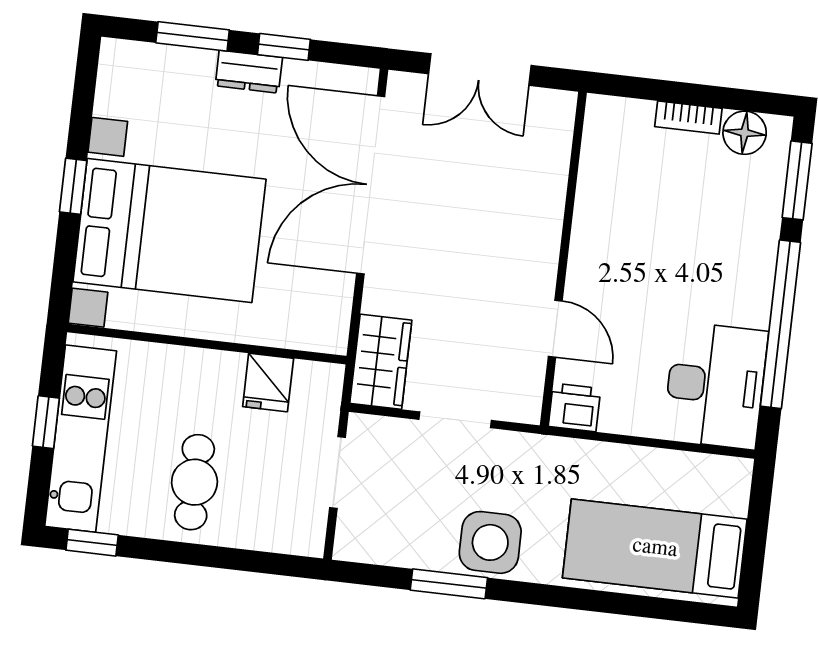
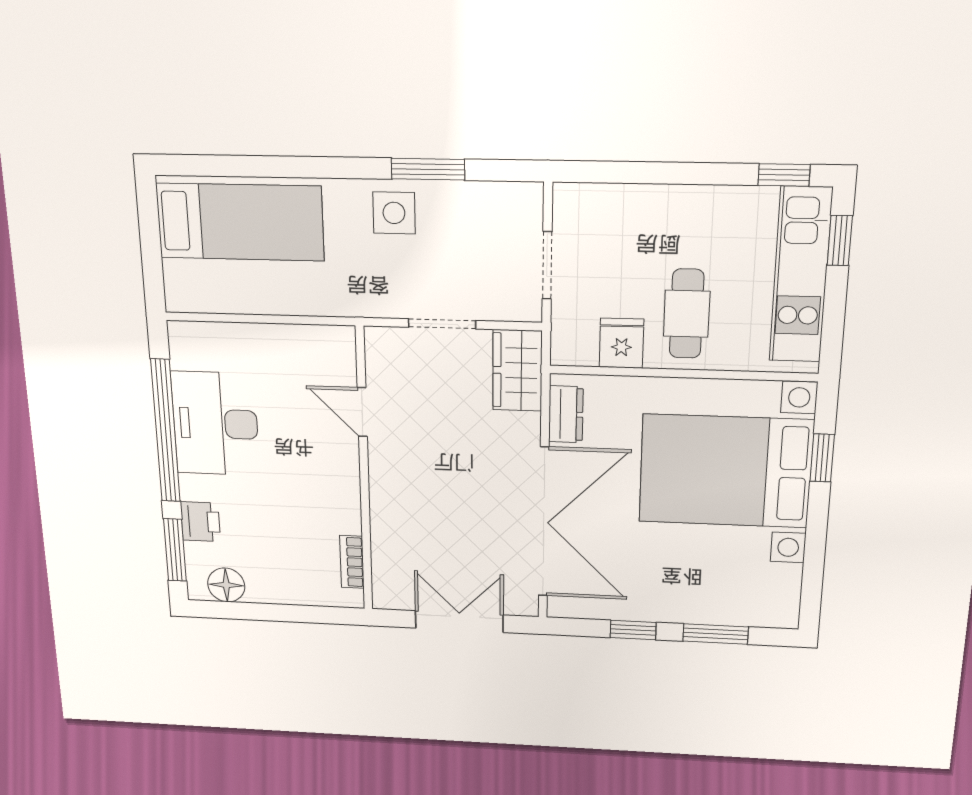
dresser: (249, 72) -> (566, 414), moved, turned 90
bookcase: (688, 118) -> (352, 562), moved, turned -90
window: (73, 186) -> (822, 458), moved
desk: (715, 385) -> (215, 424), moved
printer: (575, 407) -> (200, 522), moved, turned -90
window: (46, 422) -> (840, 240), moved
cafe table: (194, 482) -> (687, 314), moved
side table: (490, 542) -> (394, 213), width x0.73, depth x0.73

